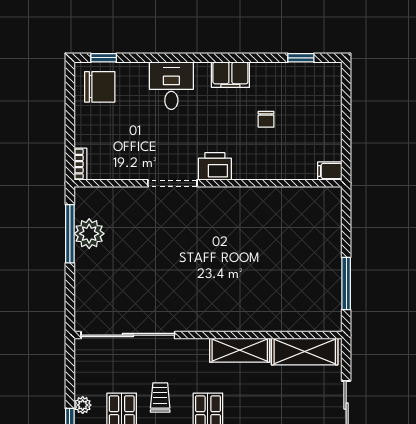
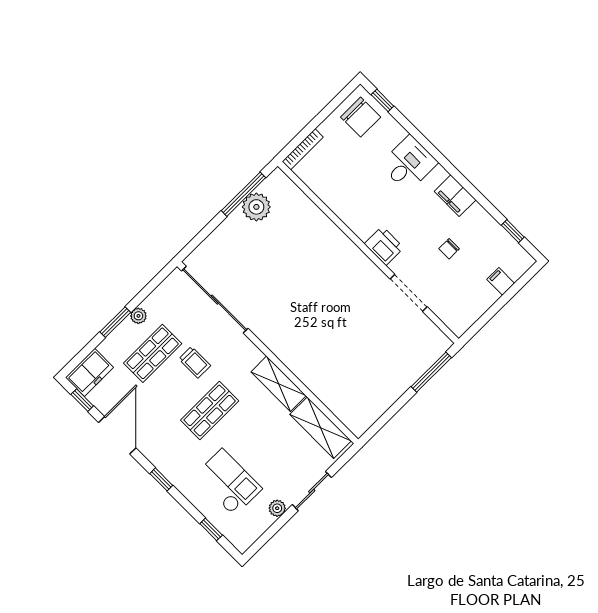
bookcase: (80, 164) -> (303, 149), width x1.56
filing cabinet: (330, 171) -> (501, 281), moved
doorway: (172, 183) -> (409, 293), moved
window: (346, 284) -> (431, 372), moved
trolley: (160, 397) -> (195, 362), turned 90

